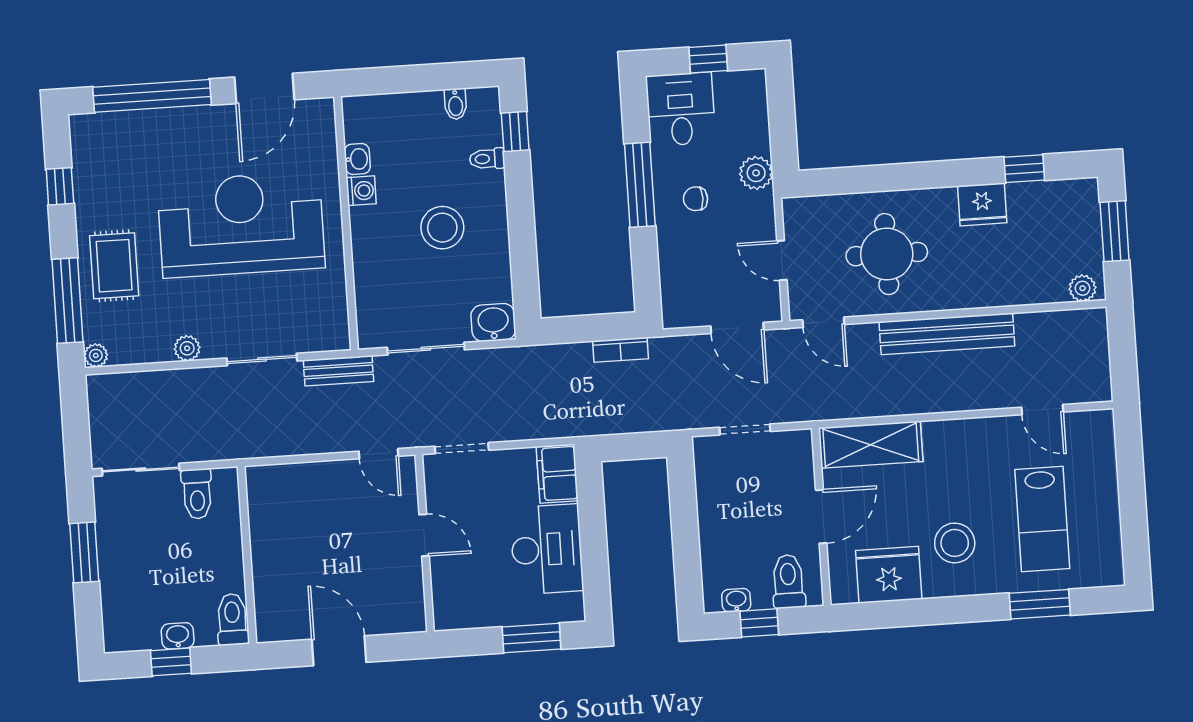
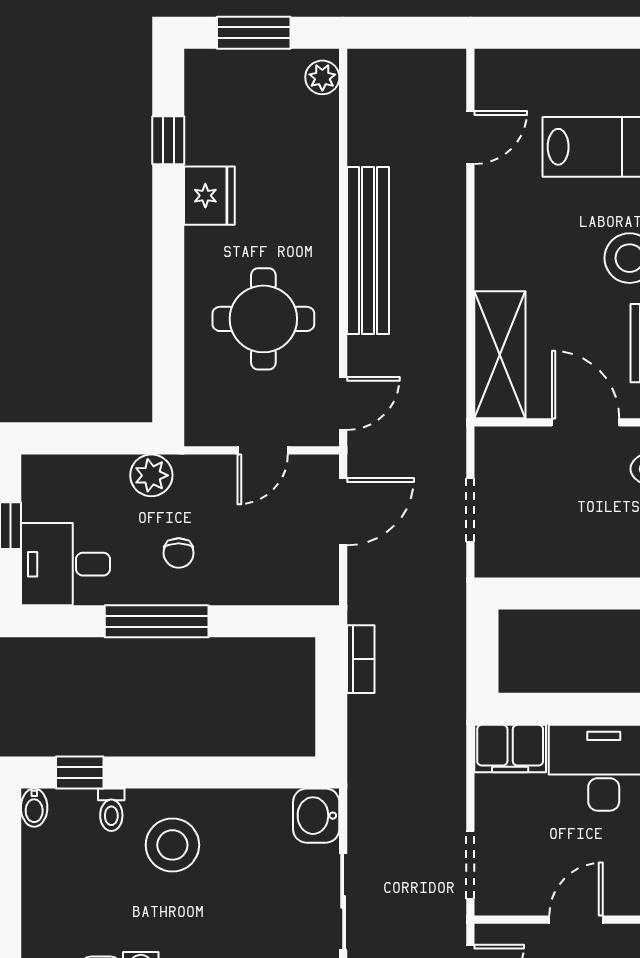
bidet: (455, 104) -> (34, 808), moved, turned 90
stool: (442, 228) -> (172, 845), moved

